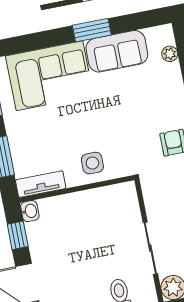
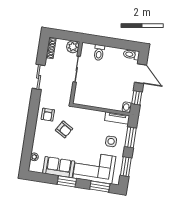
window: (26, 43) -> (100, 187), added
armchair: (133, 126) -> (64, 129), added
side table: (92, 163) -> (111, 141), moved

